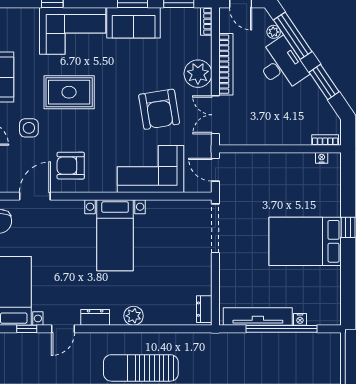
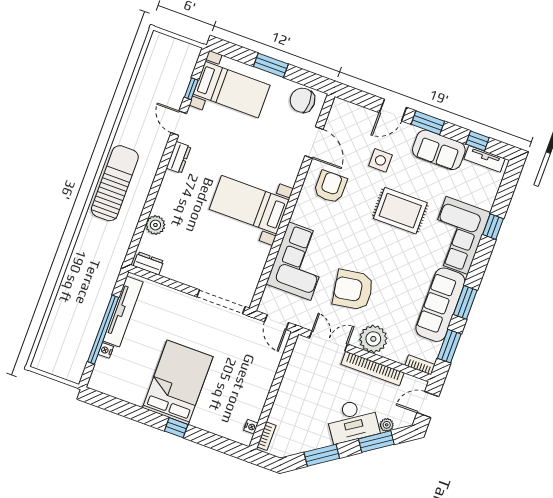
sofa: (134, 23) -> (440, 305), width x1.36
window: (293, 36) -> (376, 442), width x0.69
rug: (69, 92) -> (400, 211), turned 90
door: (215, 170) -> (277, 322), swing flipped
plant: (134, 316) -> (155, 225), moved

